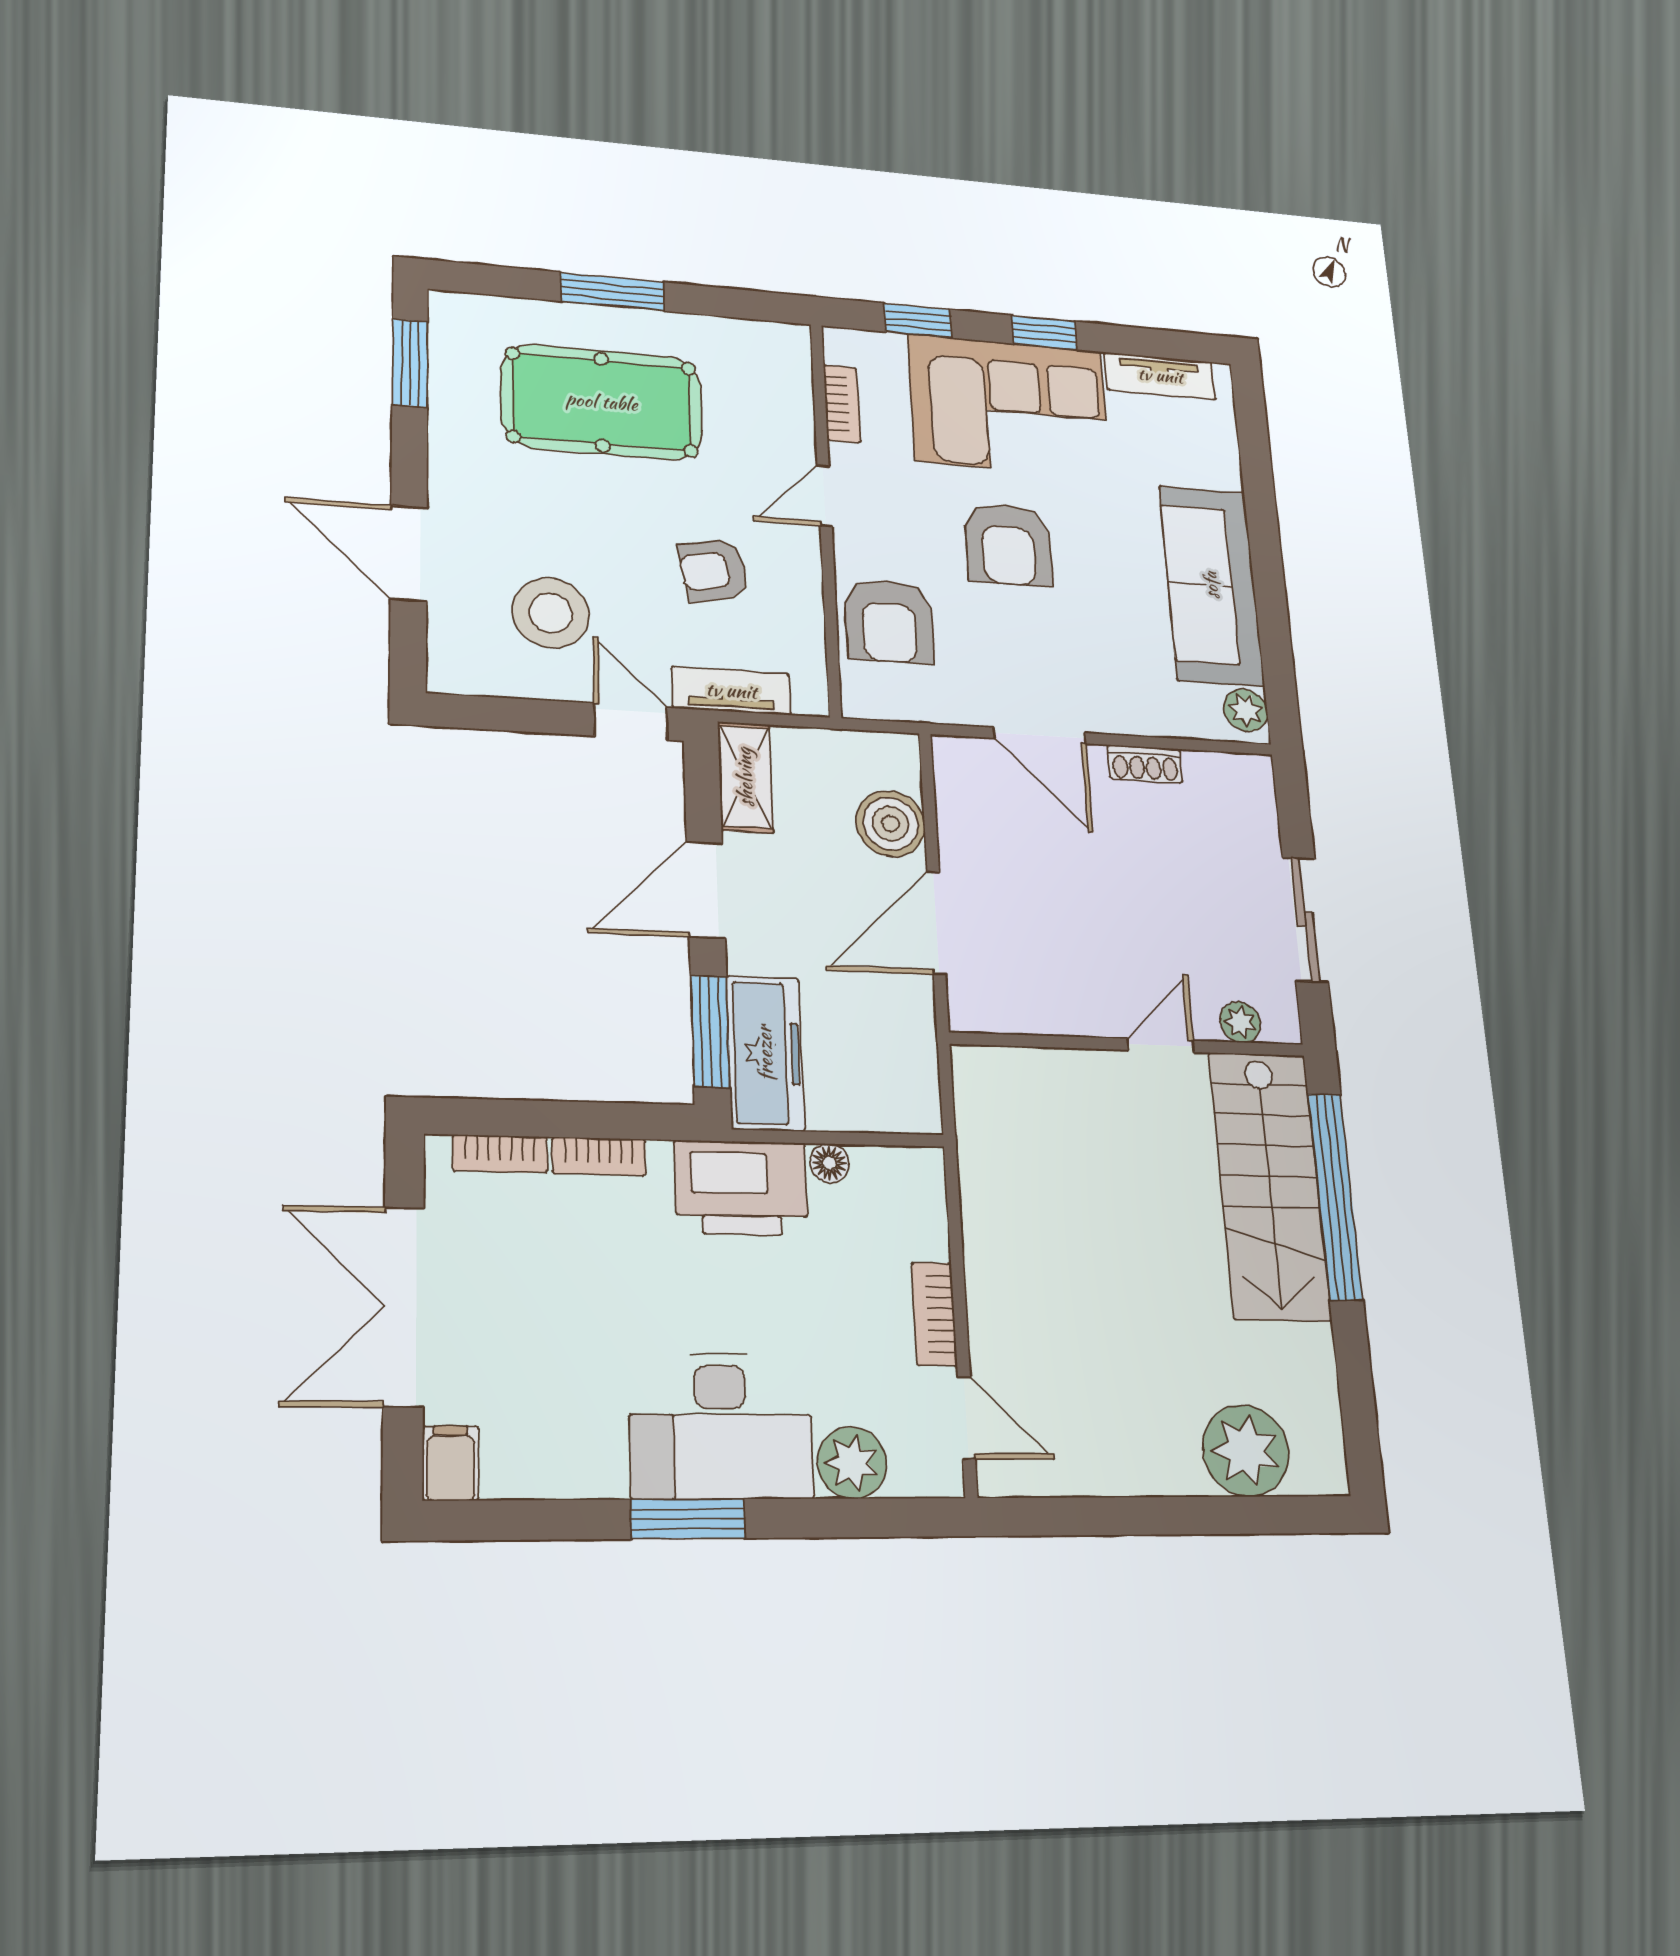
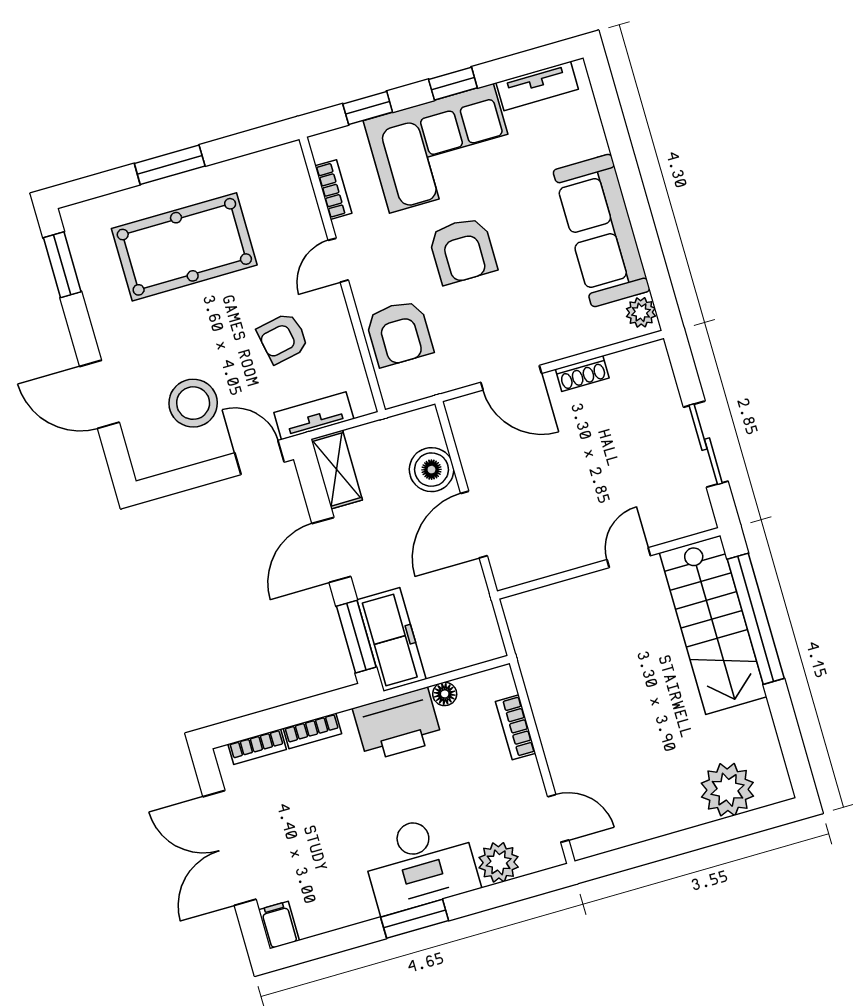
plant: (1240, 1022) -> (676, 526), removed
bookcase: (934, 1314) -> (516, 727), moved

